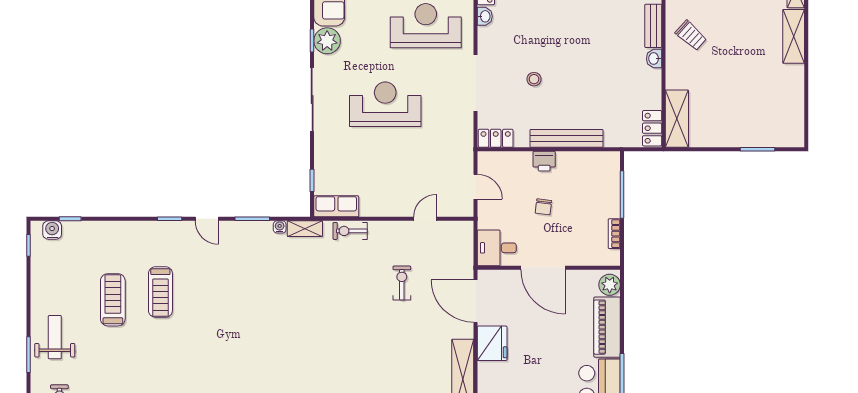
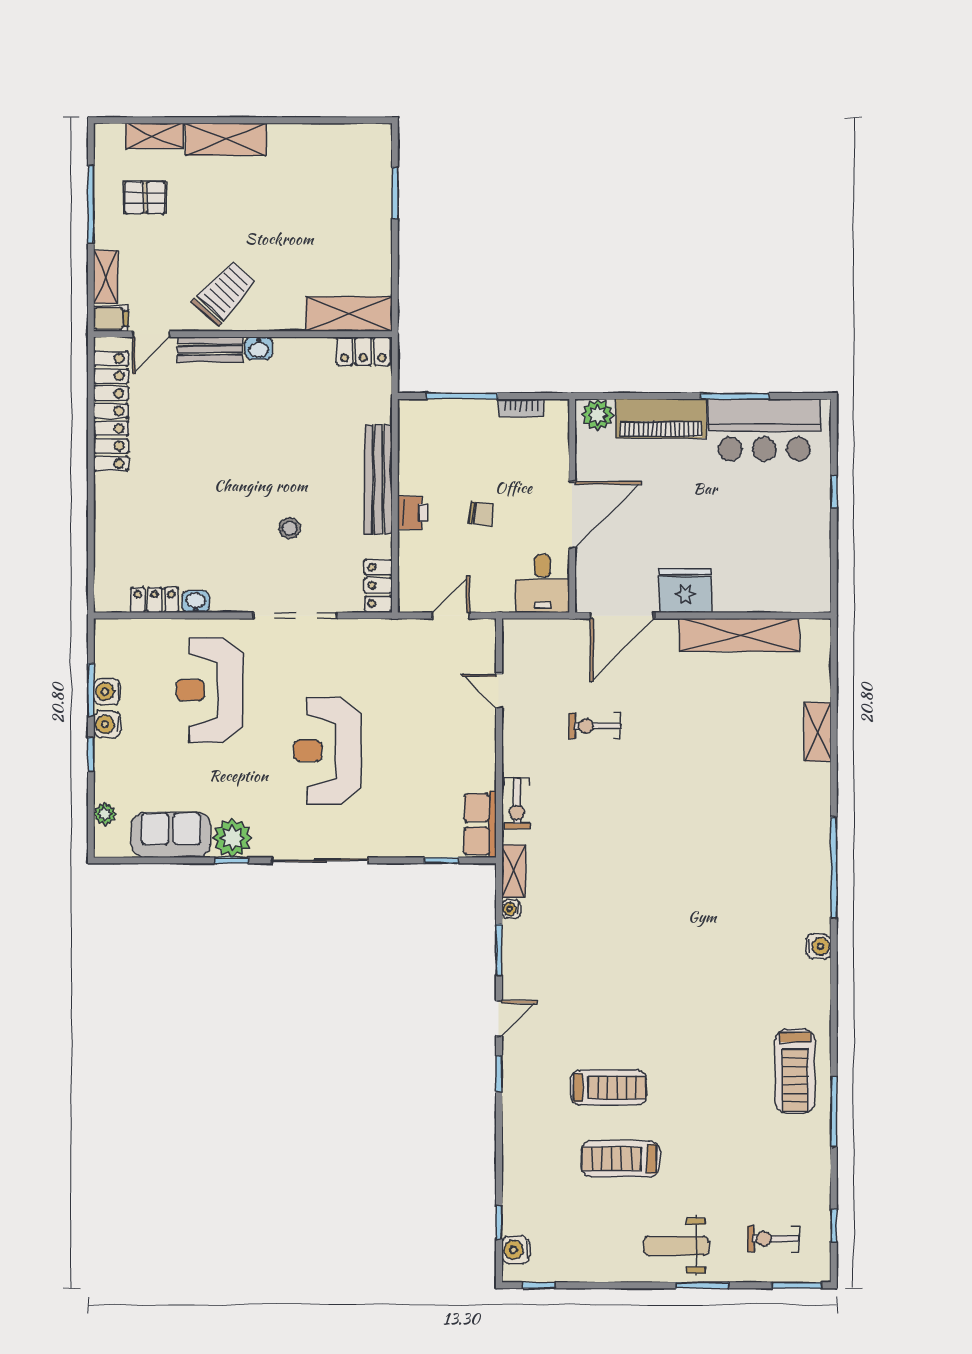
trolley: (691, 35) -> (224, 293), width x1.36, depth x1.39

